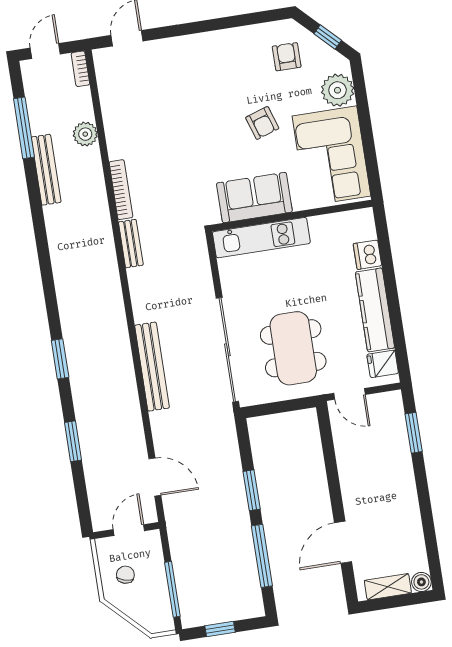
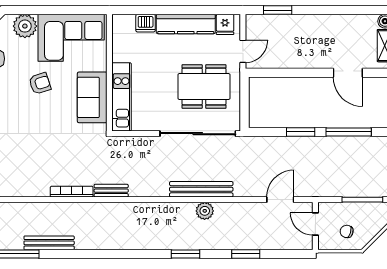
plant: (85, 134) -> (205, 211), moved

